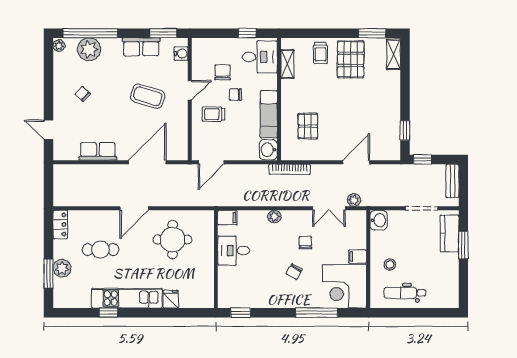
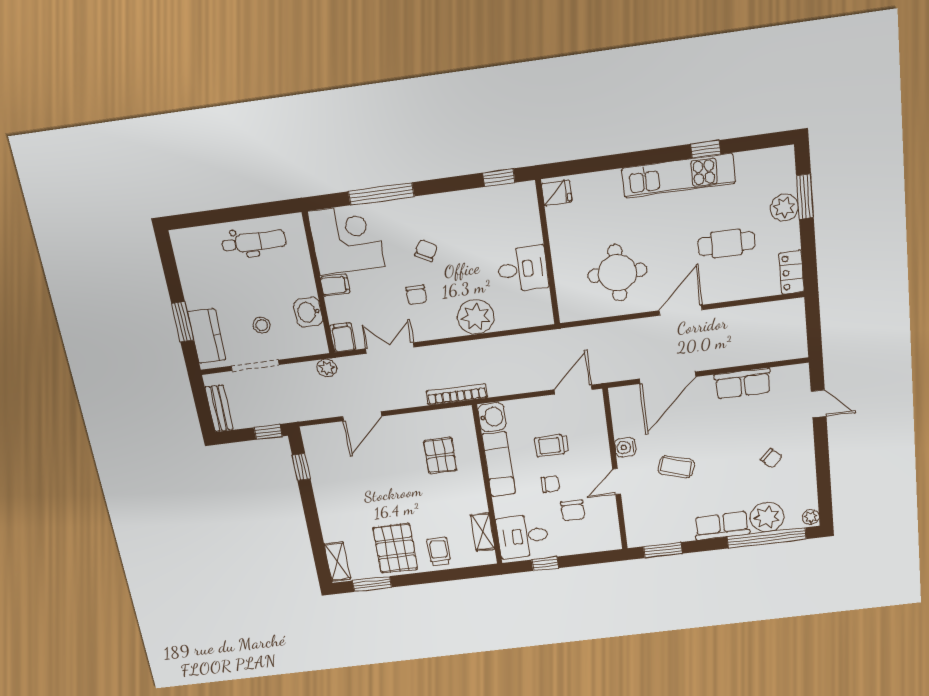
row of seats: (141, 47) -> (722, 526), moved
water cooler: (181, 54) -> (625, 447), moved
coffee table: (148, 96) -> (676, 467), width x0.73, depth x0.77
trolley: (213, 114) -> (552, 446), moved, turned 180
plant: (354, 200) -> (327, 368), moved
plant: (274, 217) -> (476, 317), width x1.88, depth x1.88
filing cabinet: (228, 218) -> (343, 337), moved, turned 90
washbasin: (379, 220) -> (308, 312), moved
stool: (390, 265) -> (262, 325), moved
fridge: (171, 299) -> (557, 193), moved, turned -90

